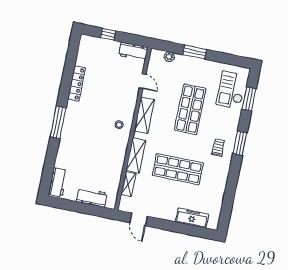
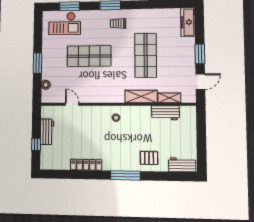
workbench: (133, 51) -> (47, 132), moved
door: (143, 81) -> (72, 104), hinge flipped
shelving: (144, 115) -> (103, 96), removed
pallet: (71, 150) -> (149, 158), added
workbench: (92, 197) -> (165, 113), moved, turned -90
freezer: (192, 218) -> (188, 22), moved
window: (167, 225) -> (200, 54), added

